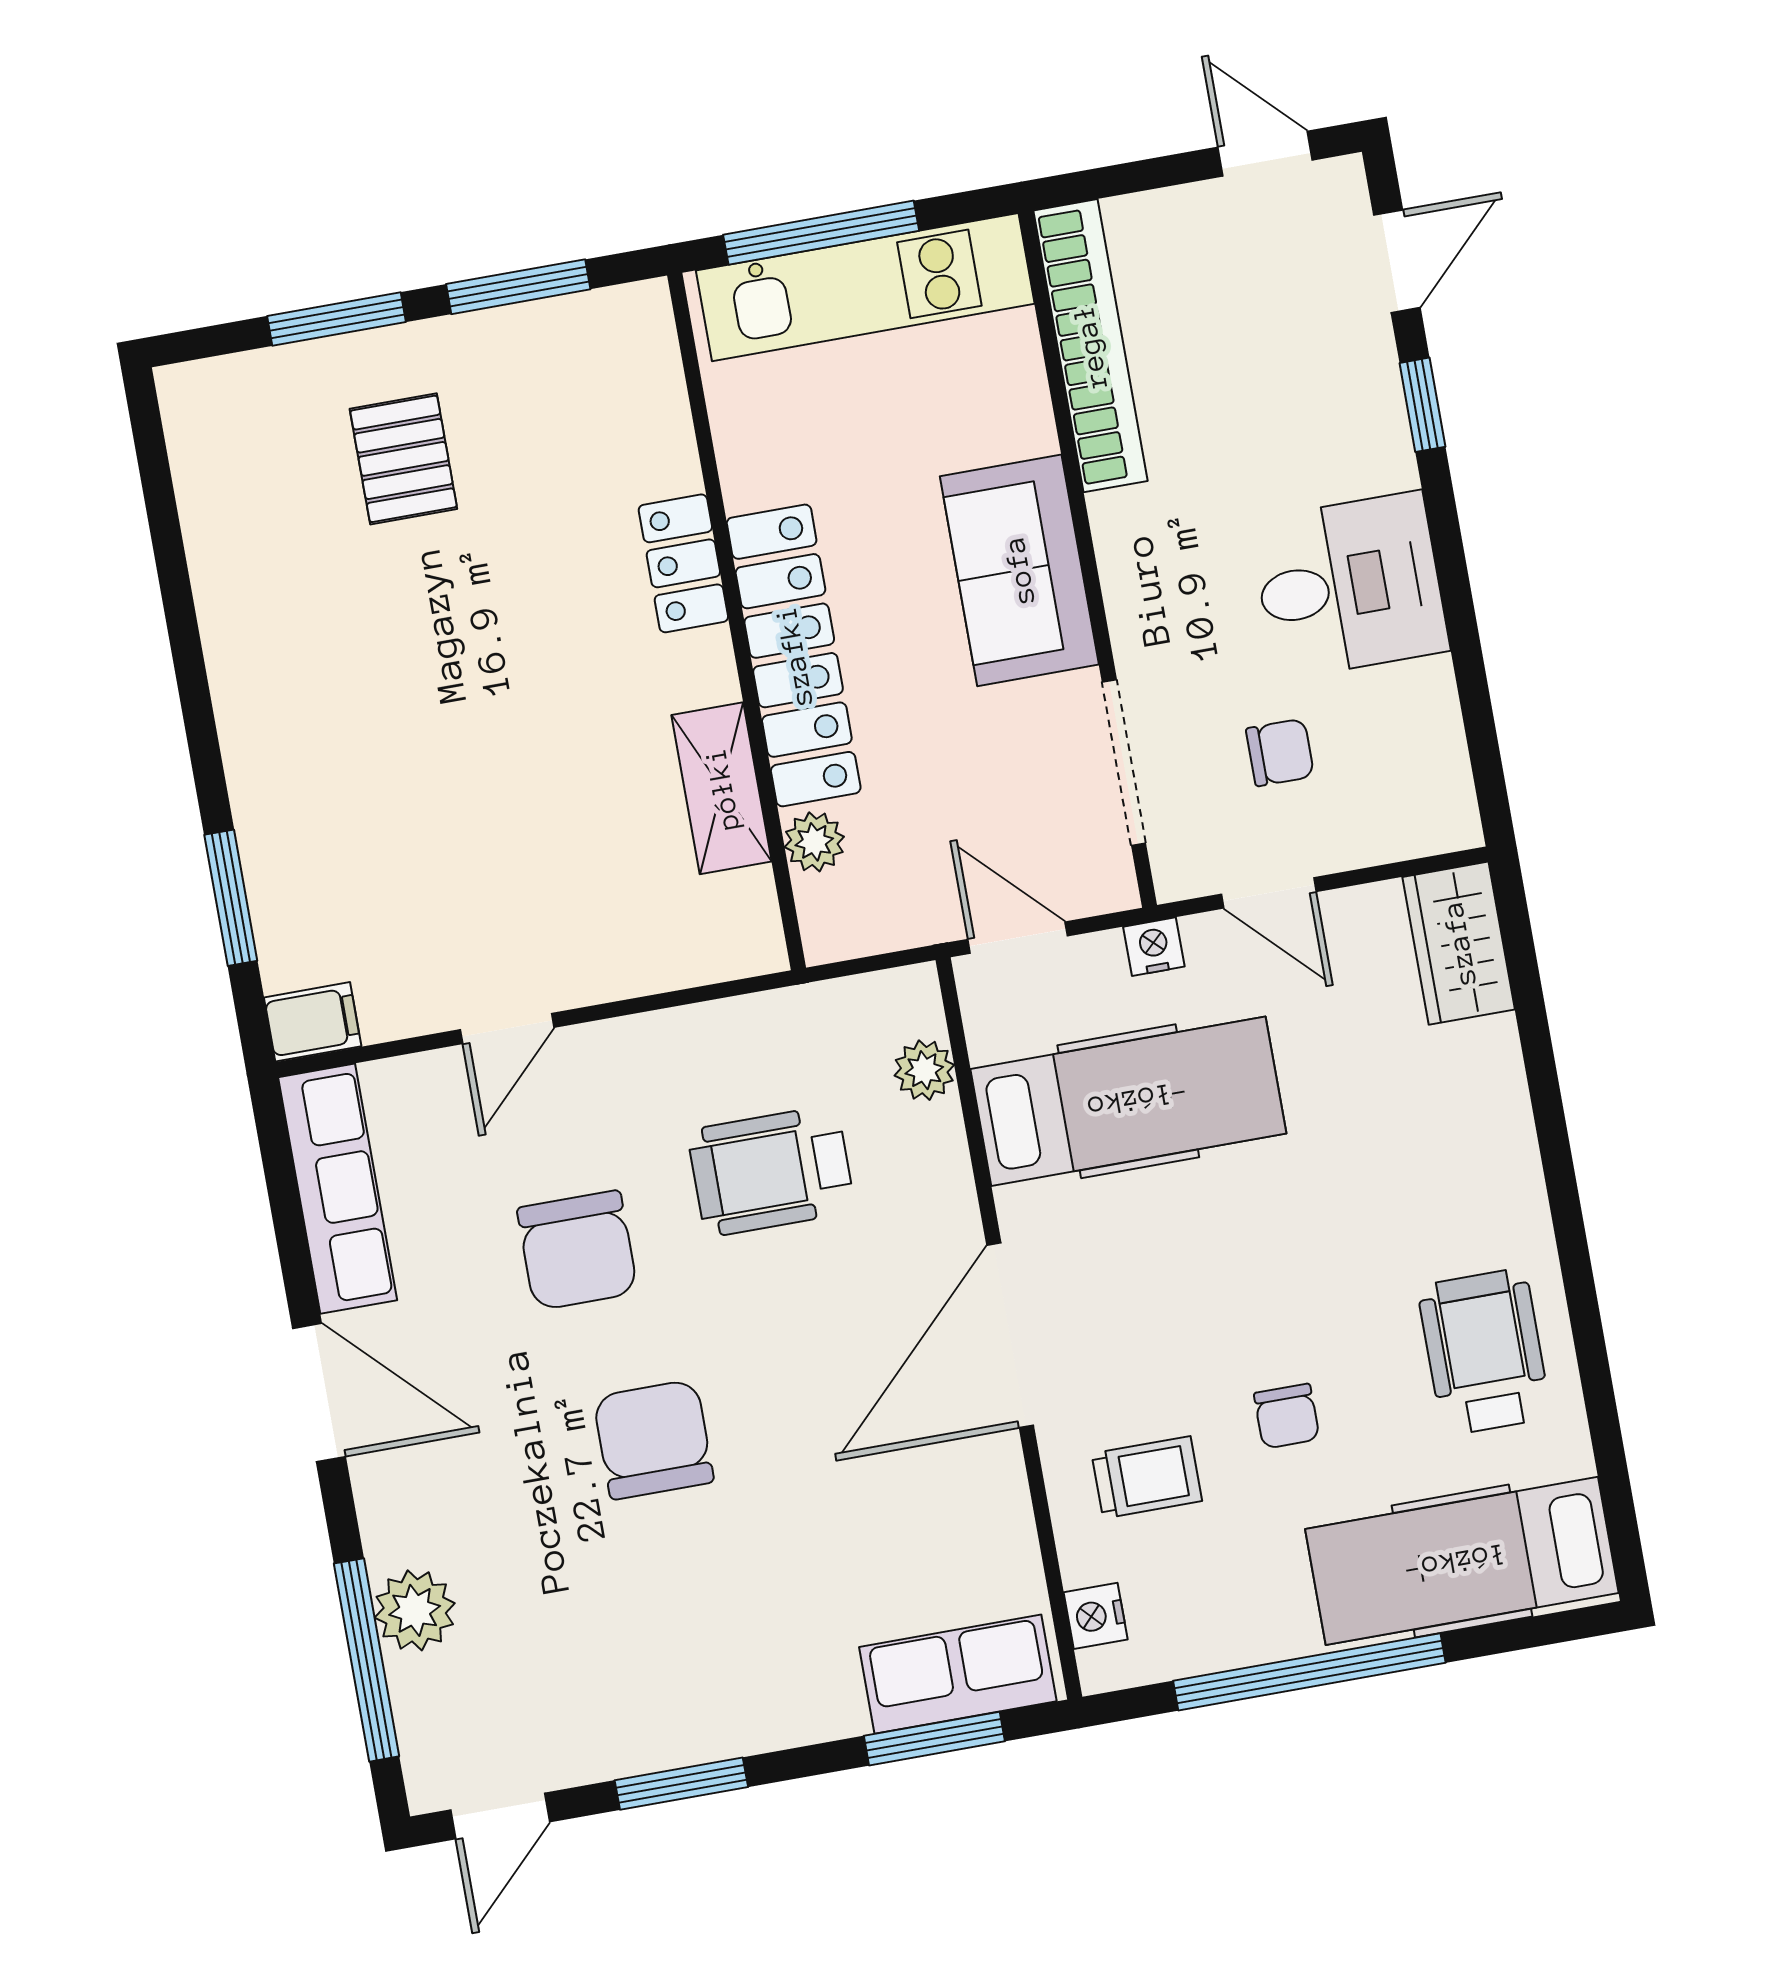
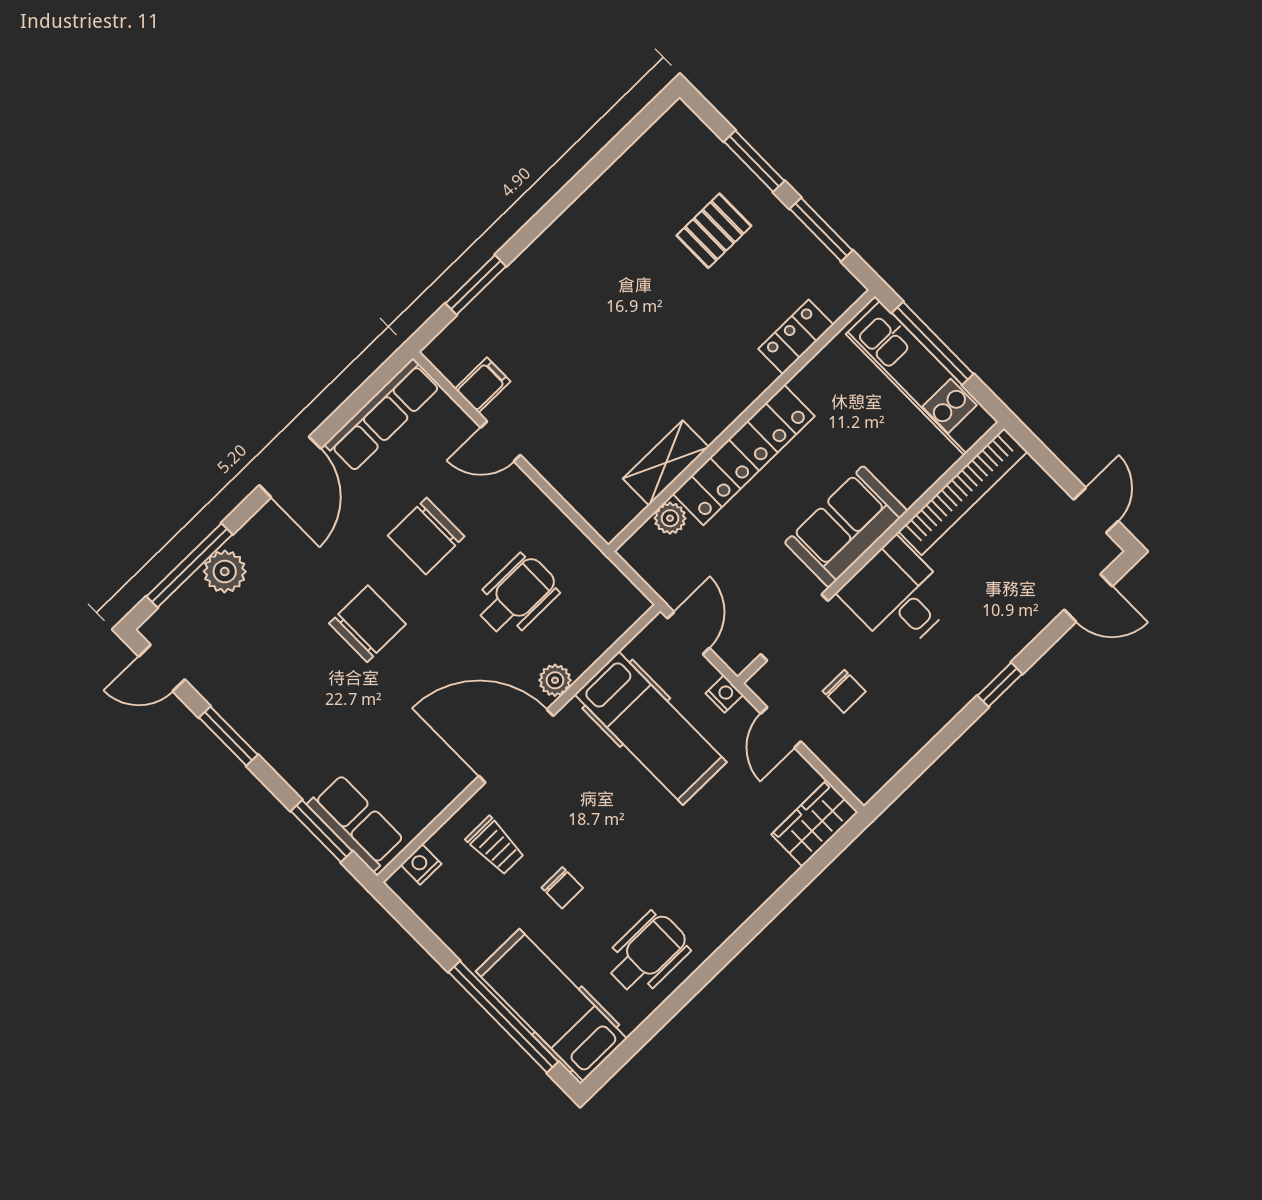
window: (1422, 405) -> (1000, 685), moved
locker: (683, 563) -> (796, 337), moved
desk: (1349, 586) -> (897, 596), moved, turned 180
filing cabinet: (313, 1022) -> (483, 385), moved, turned -90
plant: (924, 1070) -> (555, 680), moved
wheelchair: (771, 1171) -> (517, 596), turned 90
chair: (1287, 1416) -> (562, 888), turned -90
window: (1309, 1672) -> (503, 1017), moved

